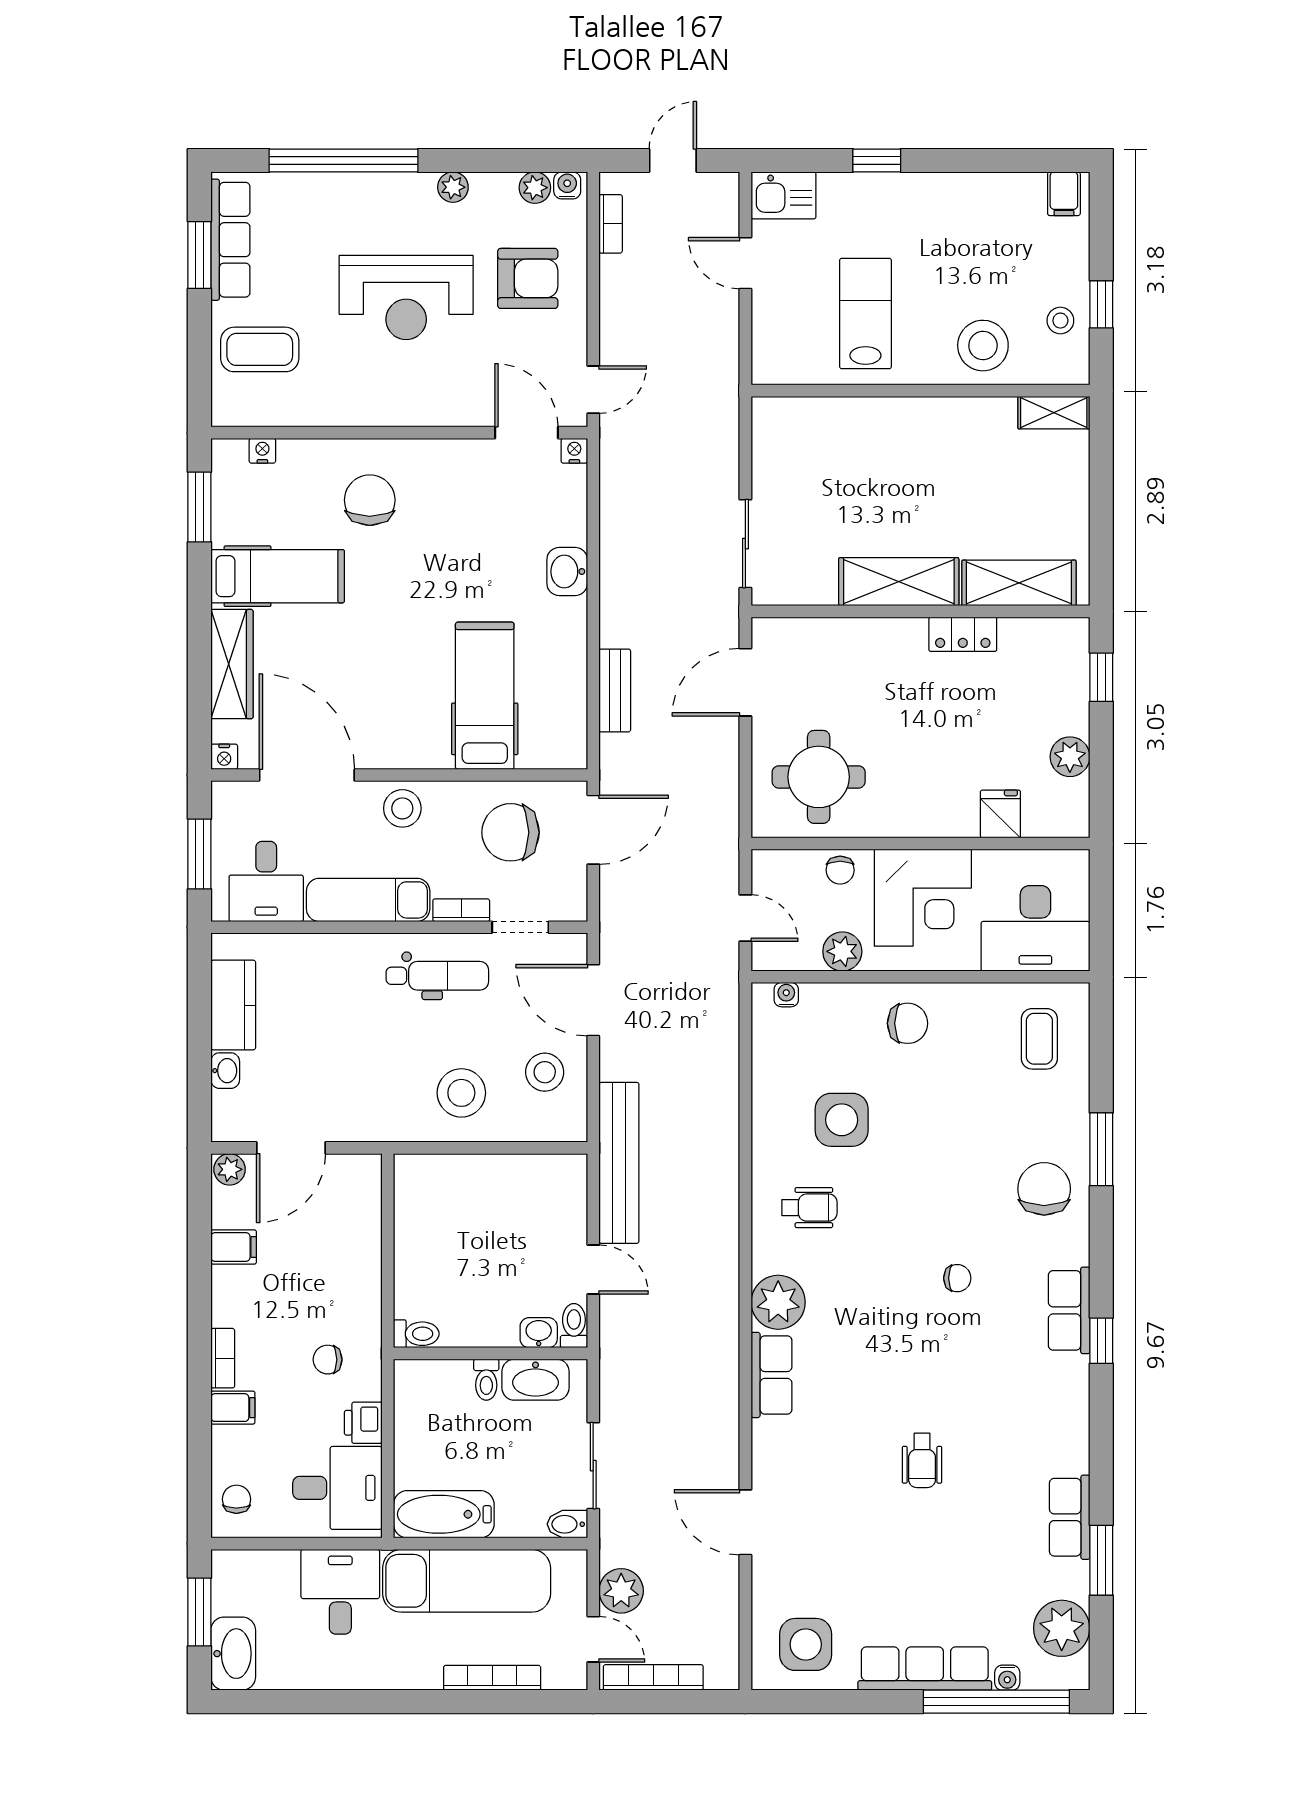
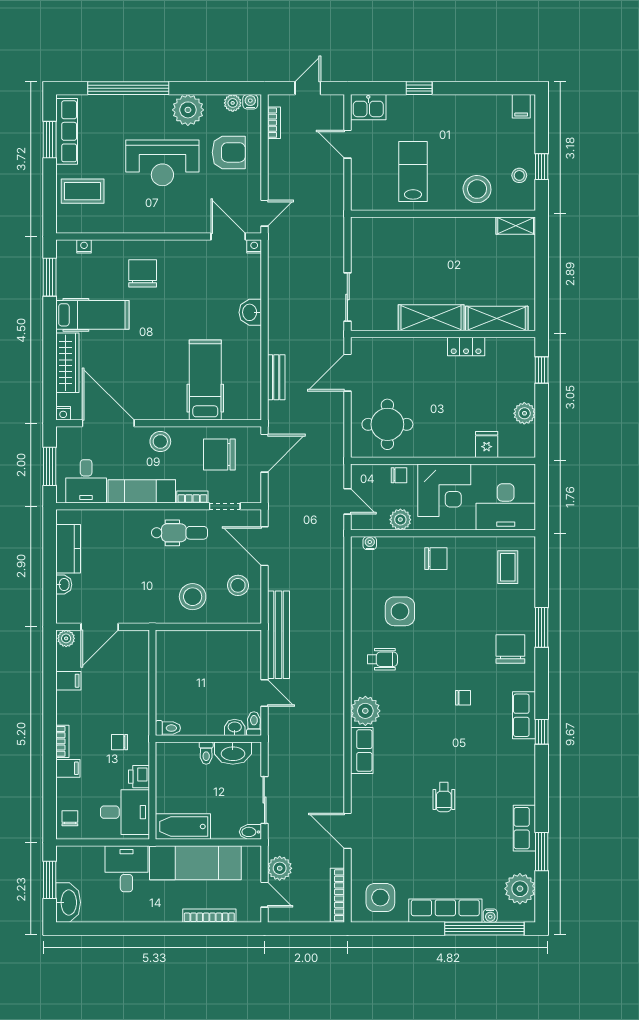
plant: (453, 187) -> (188, 110), width x1.88, depth x1.88
chair: (840, 870) -> (399, 475), turned -90
bookcase: (653, 1677) -> (337, 895), moved, turned -90

